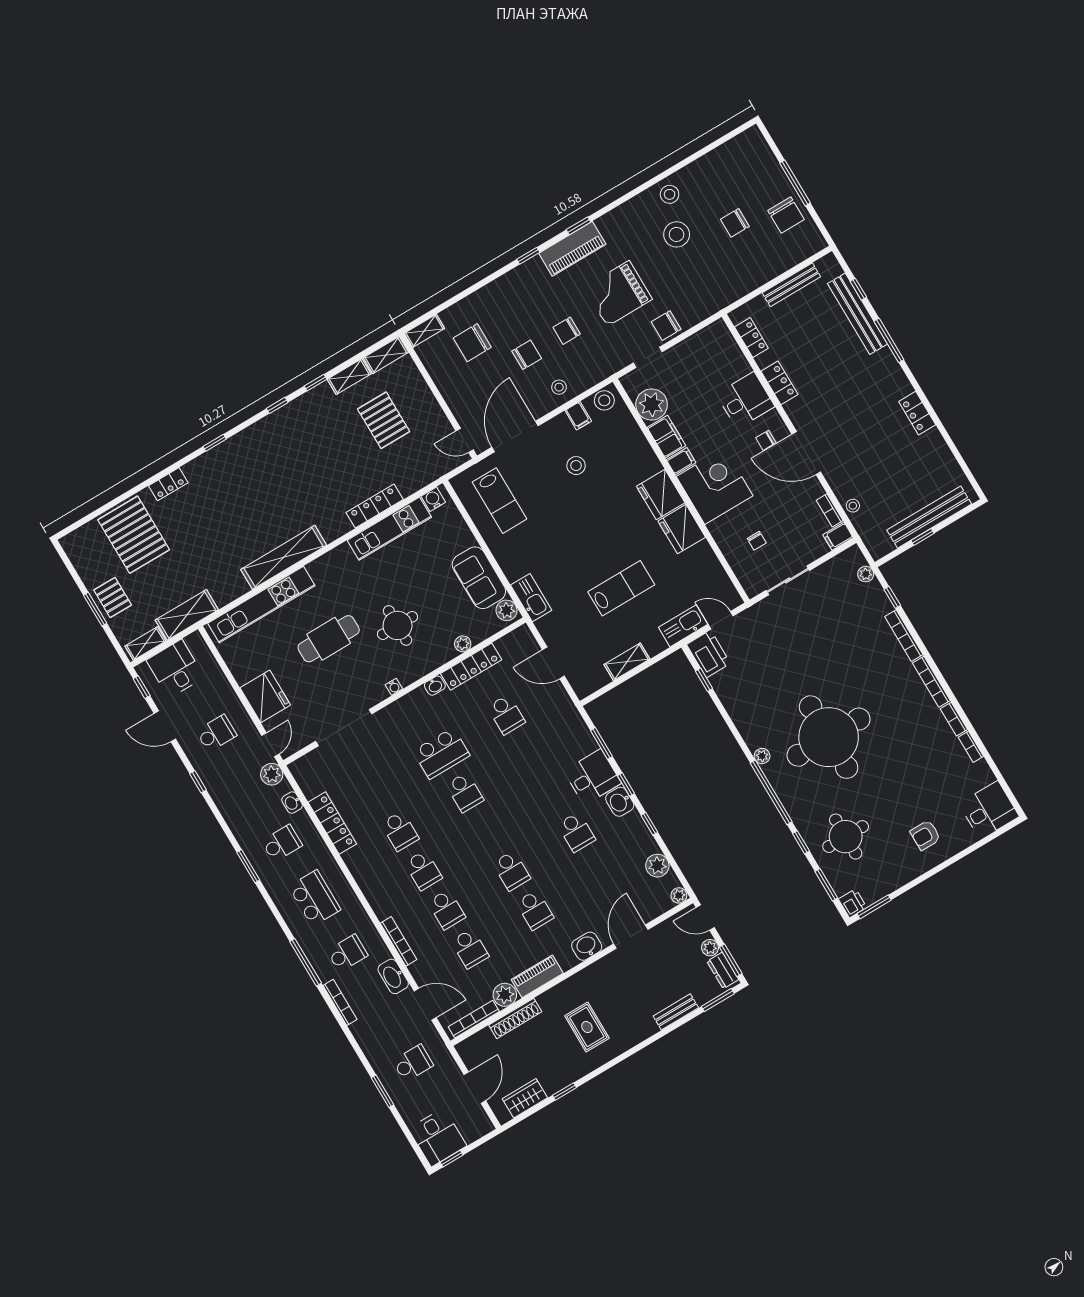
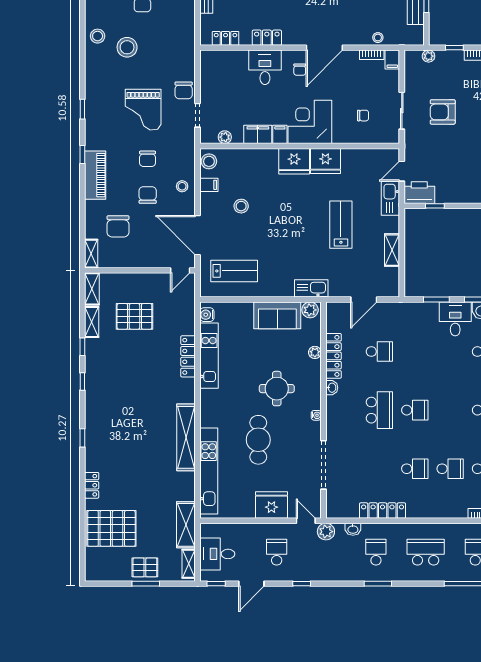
piano: (572, 249) -> (95, 175), moved
plant: (652, 404) -> (225, 137), width x0.53, depth x0.53
armchair: (813, 627) -> (443, 112), added

